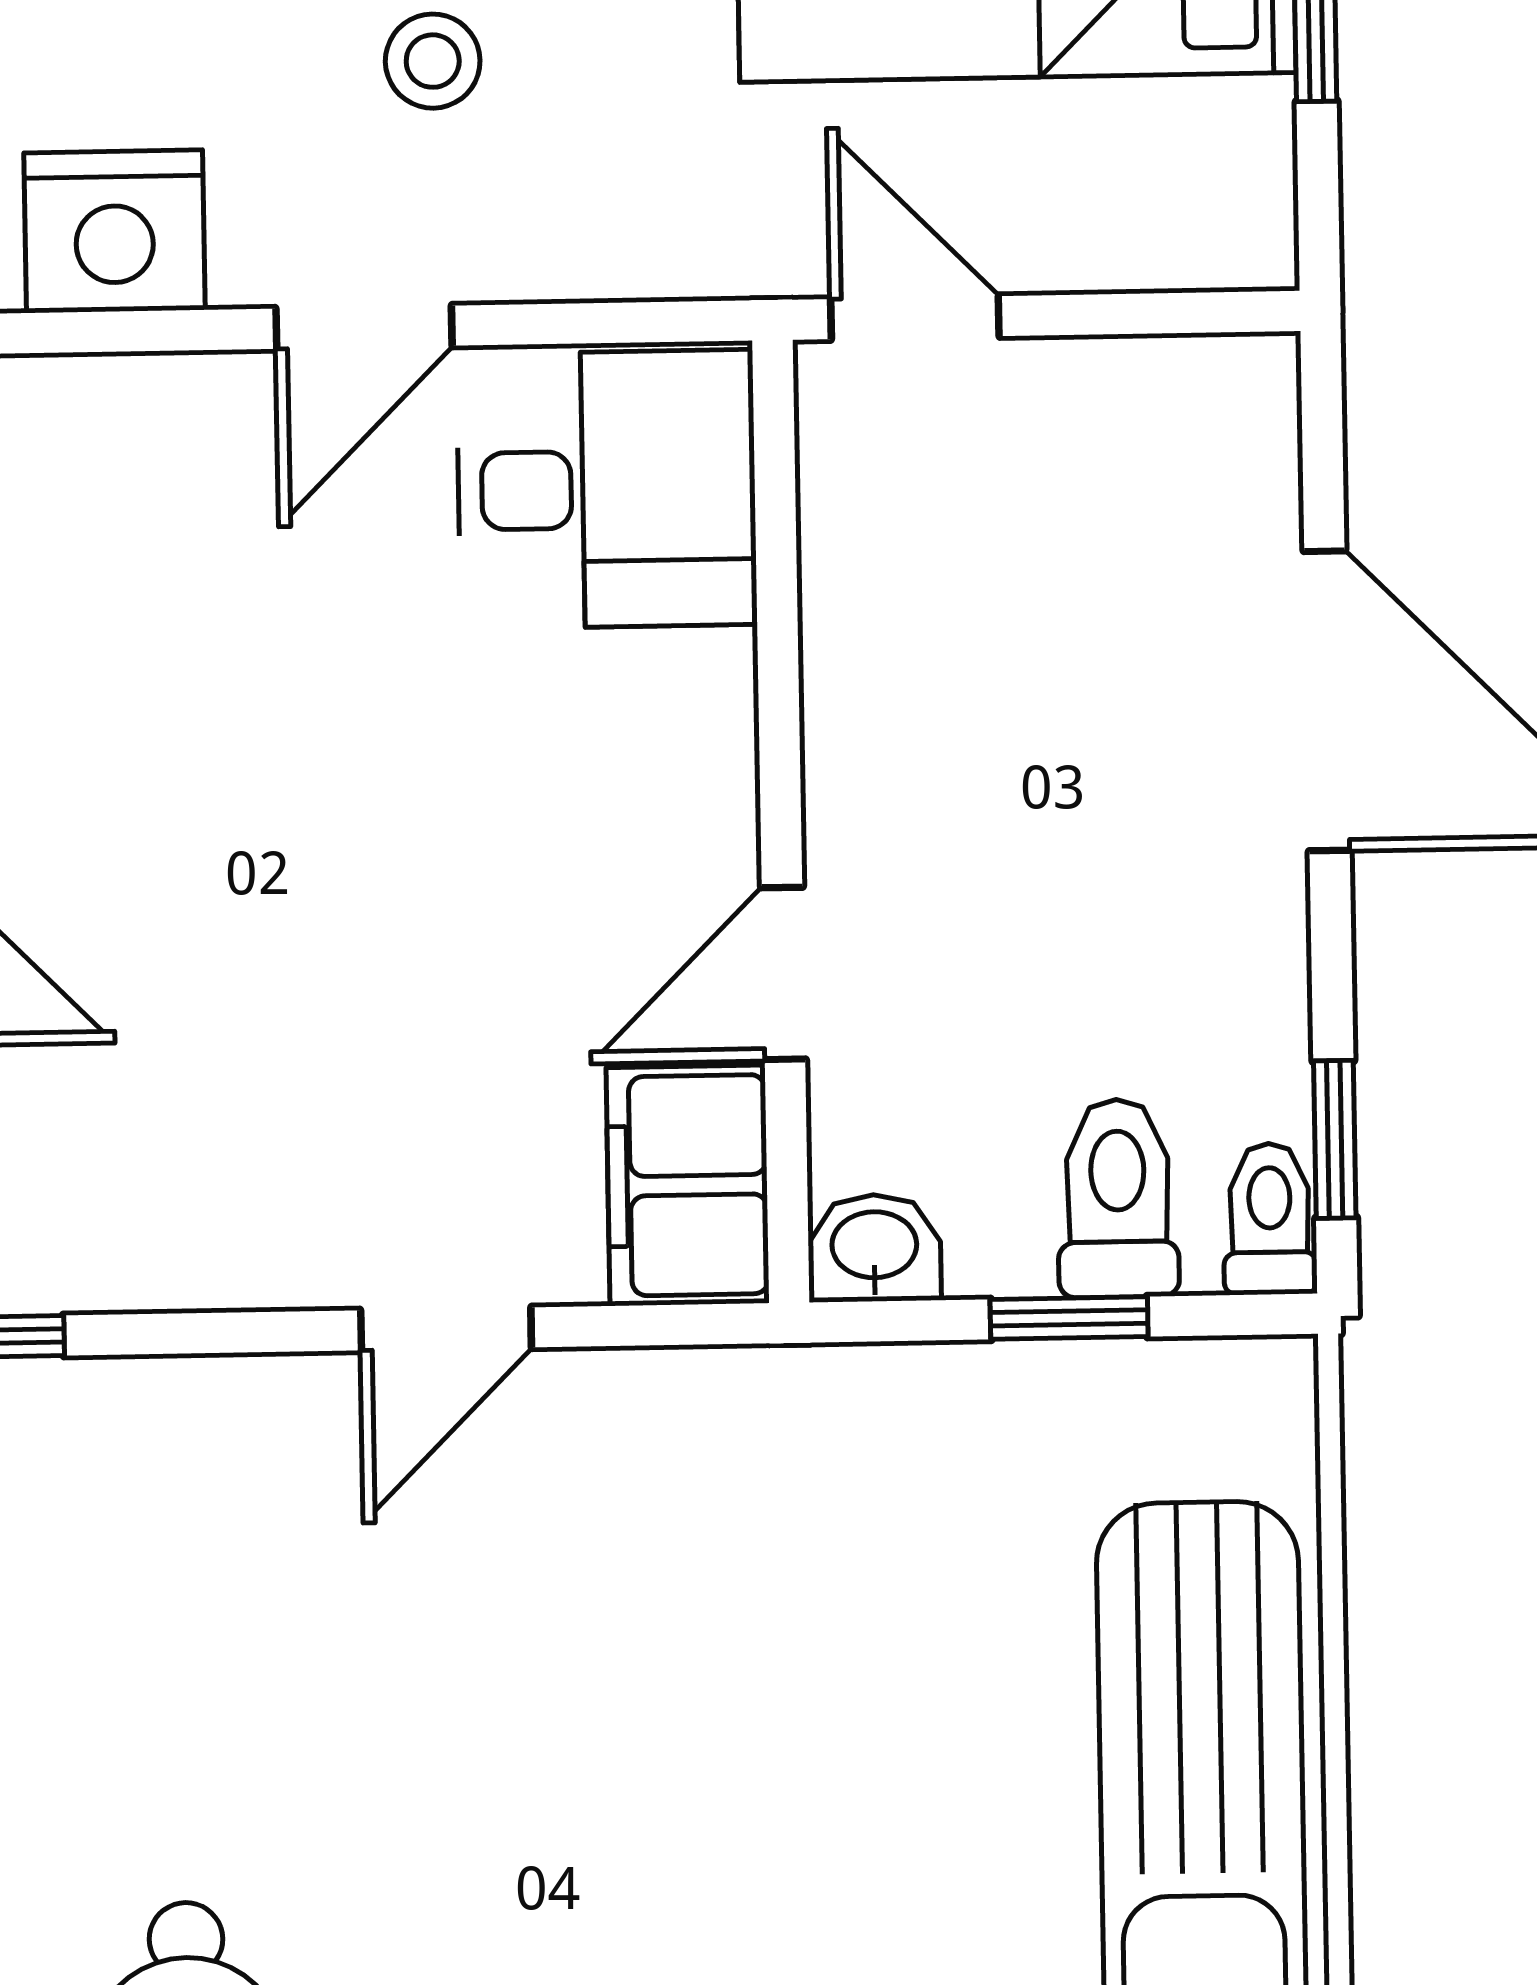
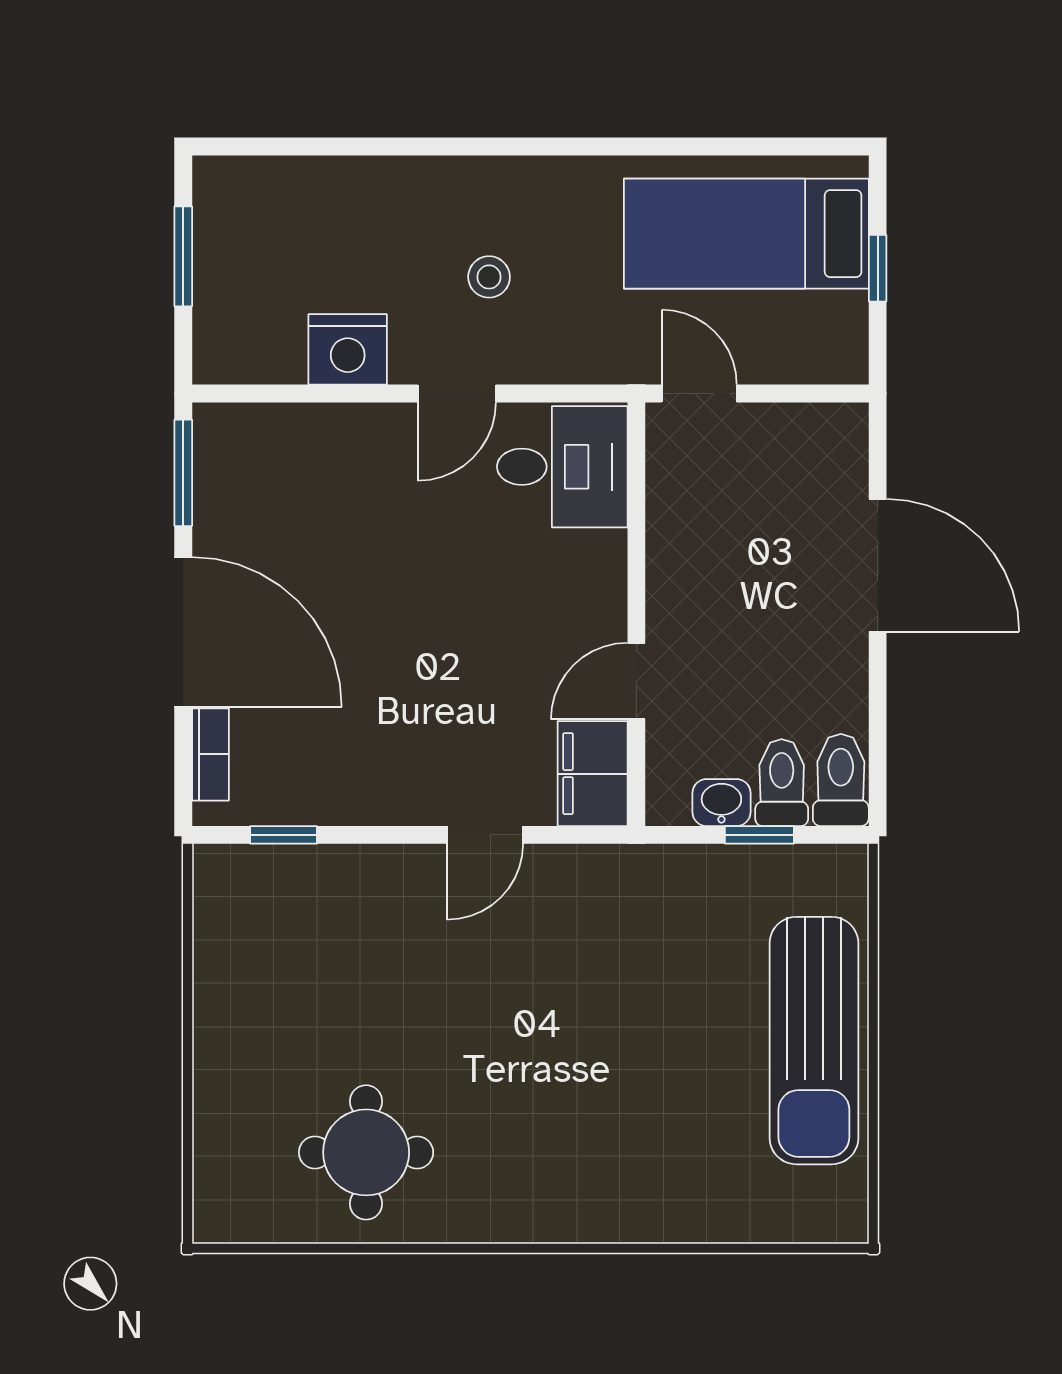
window: (1335, 1139) -> (878, 758), removed
toilet: (1270, 1219) -> (841, 780), width x1.37, depth x1.39
washbasin: (874, 1248) -> (721, 803), moved

